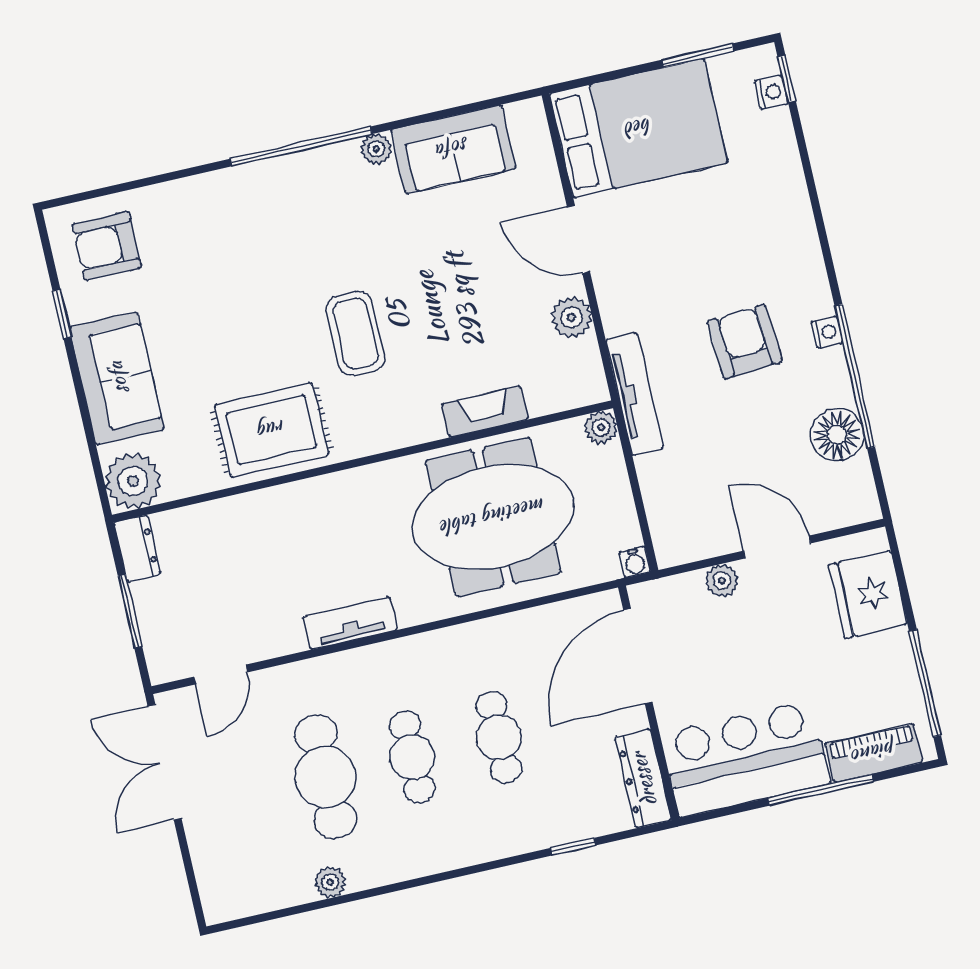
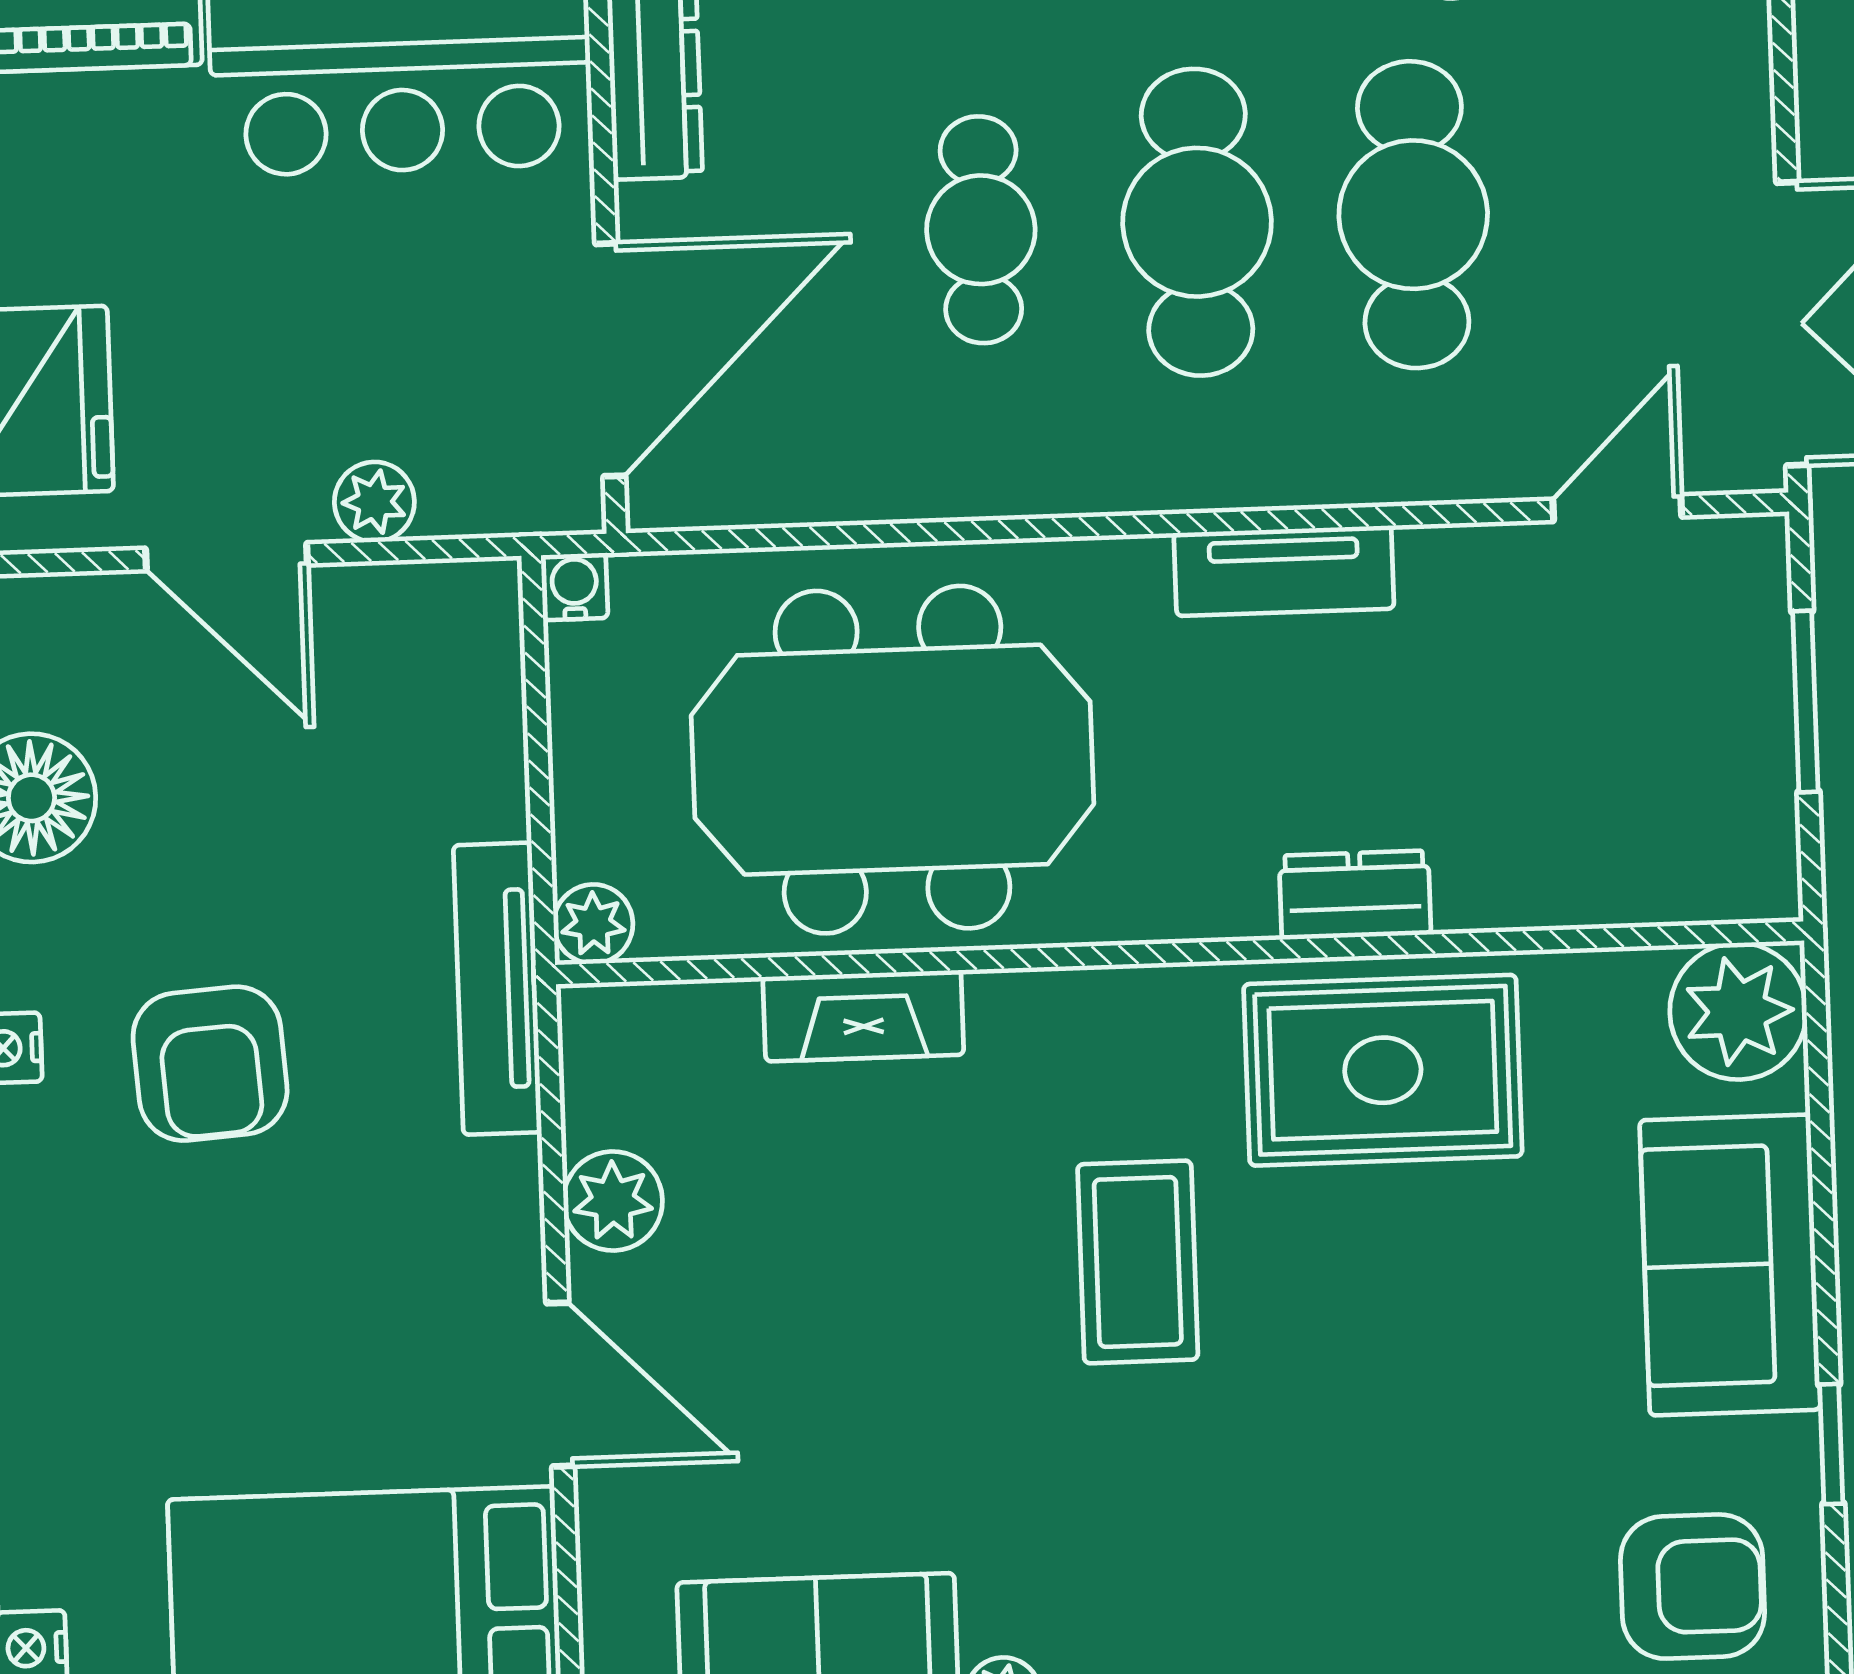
dresser: (137, 548) -> (1355, 895), moved, turned 90
cafe table: (412, 757) -> (1197, 222), width x1.37, depth x1.35

